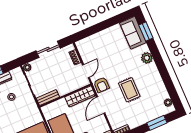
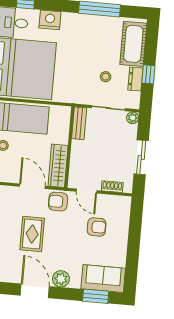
armchair: (104, 53) -> (97, 227), added
door: (163, 70) -> (35, 291), added
rug: (129, 90) -> (32, 234), turned 90

